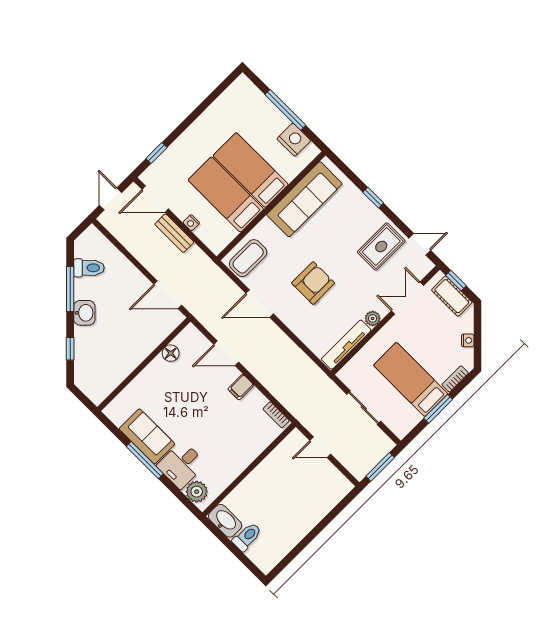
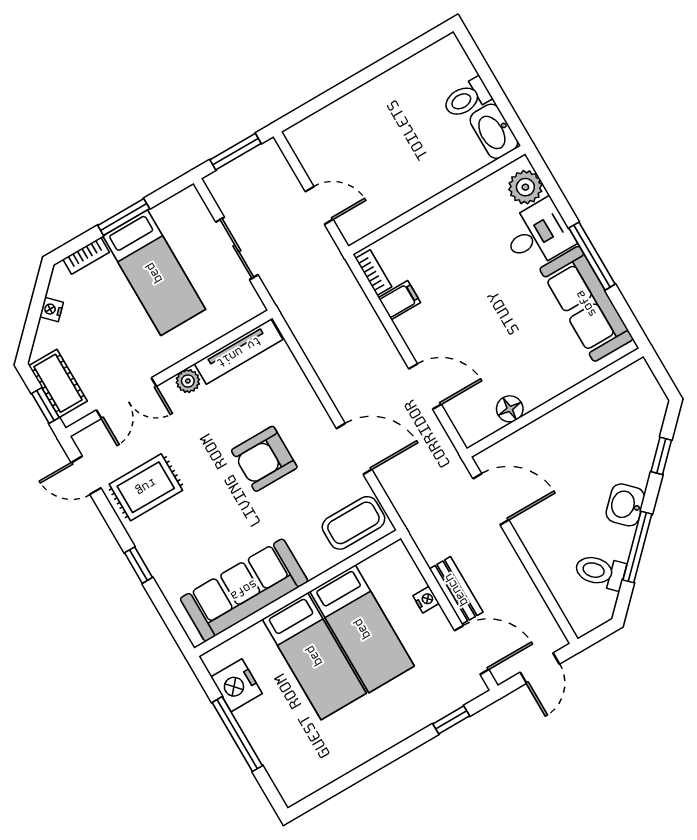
filing cabinet: (241, 387) -> (399, 300), moved
sofa: (147, 436) -> (586, 304), width x1.36

